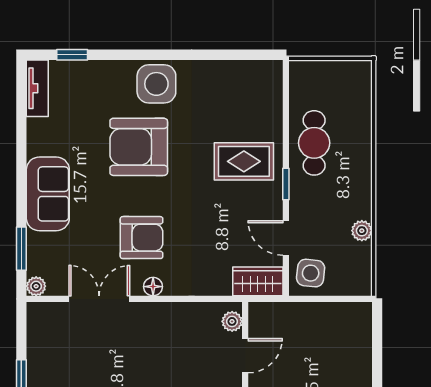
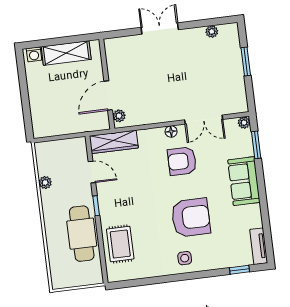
side table: (156, 84) -> (185, 258), width x0.54, depth x0.54
cafe table: (314, 143) -> (82, 234), width x1.37, depth x1.35
rug: (244, 161) -> (120, 244), moved, turned 90
side table: (311, 273) -> (74, 152), removed
wardrobe: (258, 281) -> (114, 142), width x1.50
door: (245, 356) -> (108, 96), width x1.38

